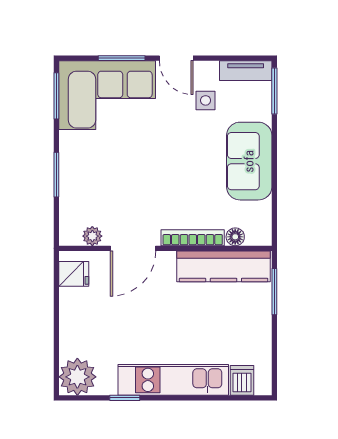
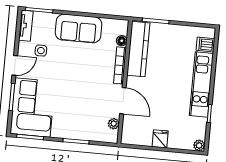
fridge: (74, 274) -> (160, 139), moved
plant: (77, 377) -> (199, 145), width x0.53, depth x0.53

